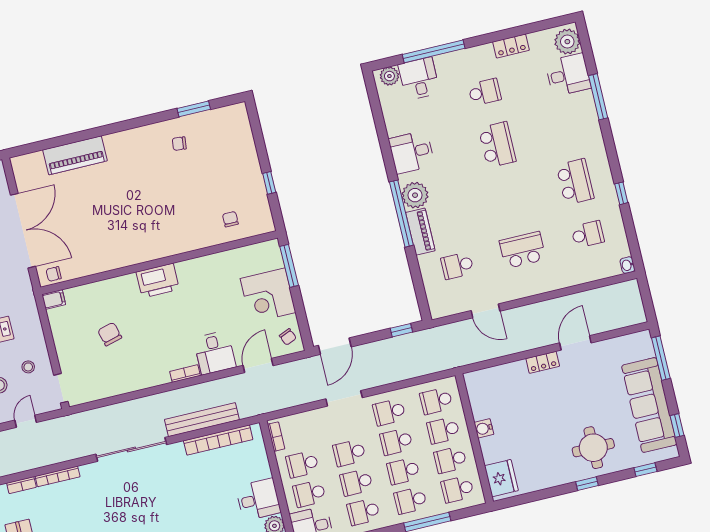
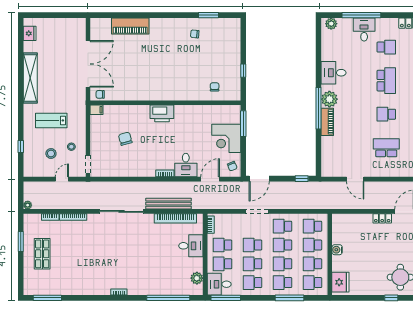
desk: (419, 79) -> (364, 30), moved
school desk: (457, 266) -> (386, 114), moved
desk: (258, 499) -> (191, 246), moved

